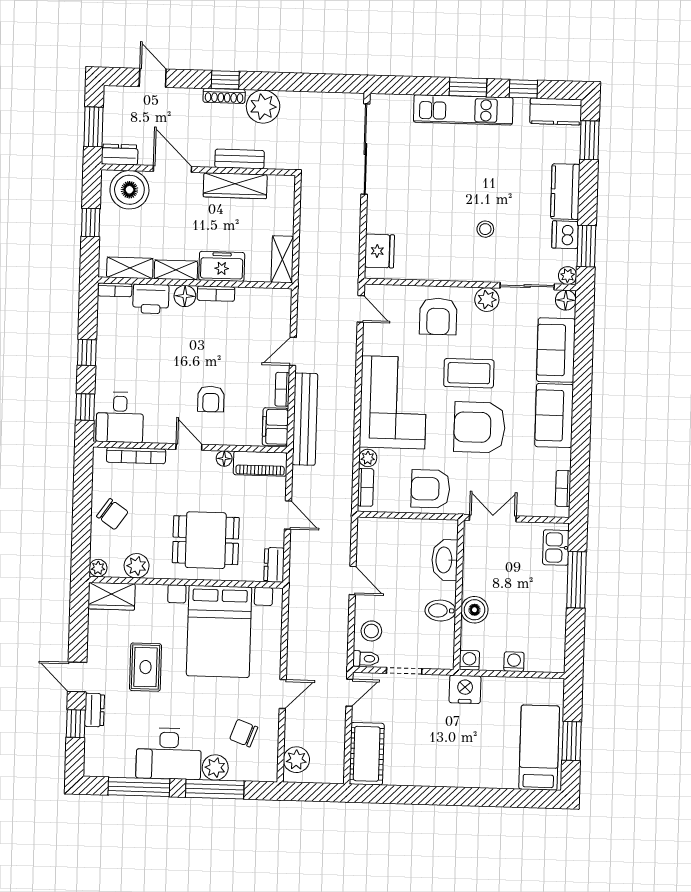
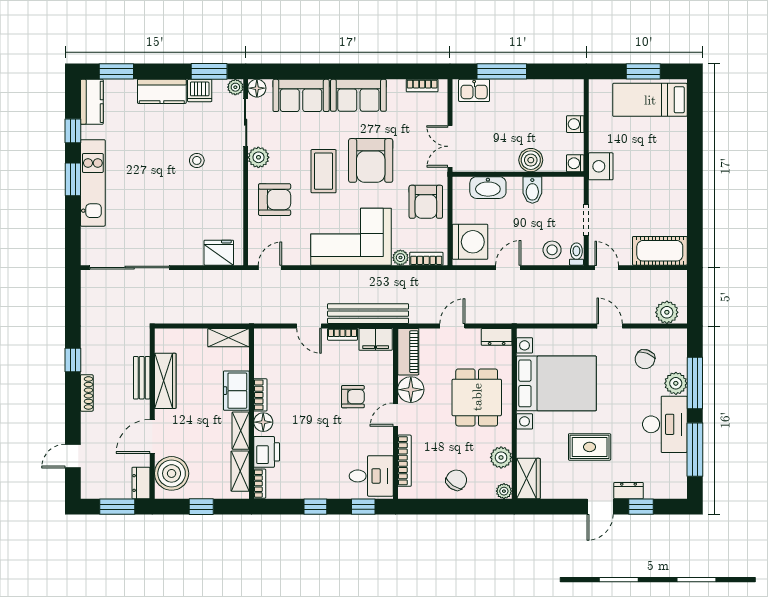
window: (225, 80) -> (73, 360), moved
plant: (263, 107) -> (95, 358), removed
floor lamp: (224, 459) -> (411, 390), width x1.89, depth x1.89
washing machine: (383, 538) -> (470, 242), added

